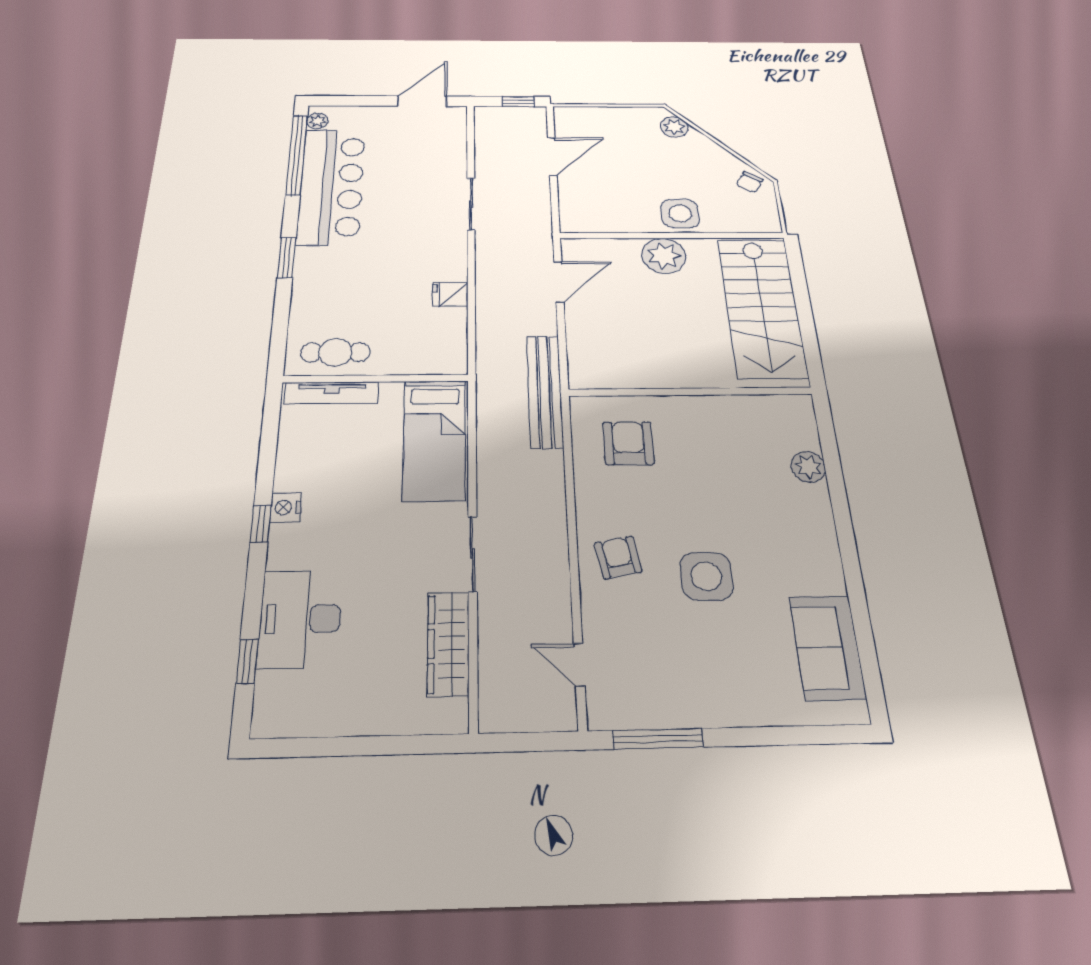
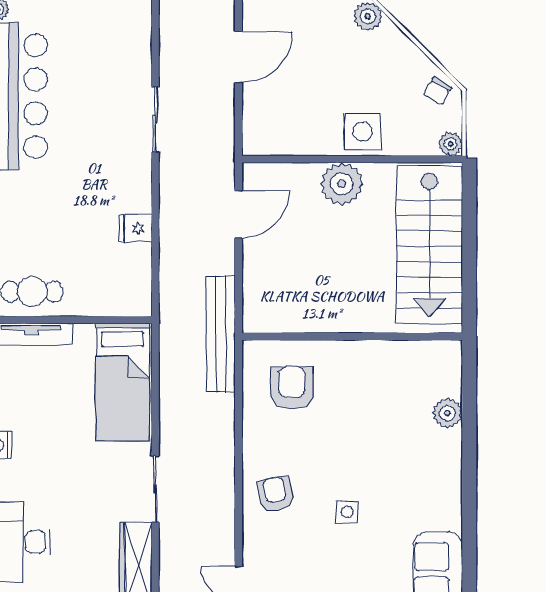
plant: (769, 223) -> (451, 144), added
side table: (706, 576) -> (347, 512), width x0.54, depth x0.54

